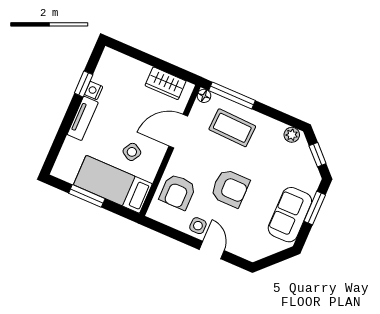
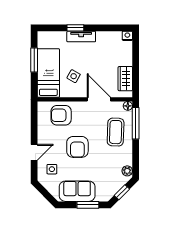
window: (84, 84) -> (75, 28), moved
nightstand: (94, 90) -> (127, 36), moved
side table: (198, 226) -> (52, 169), moved

